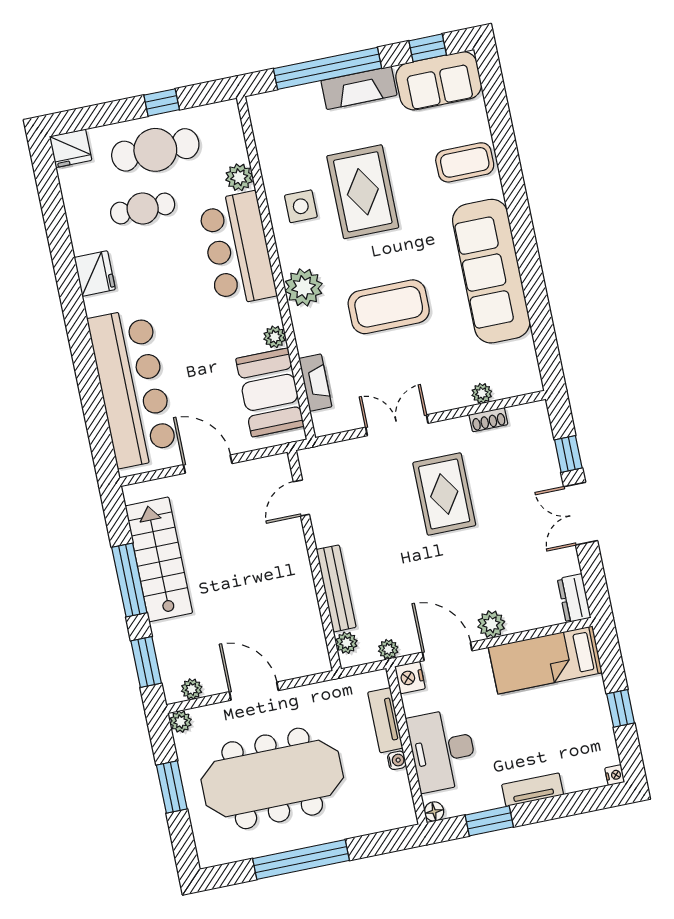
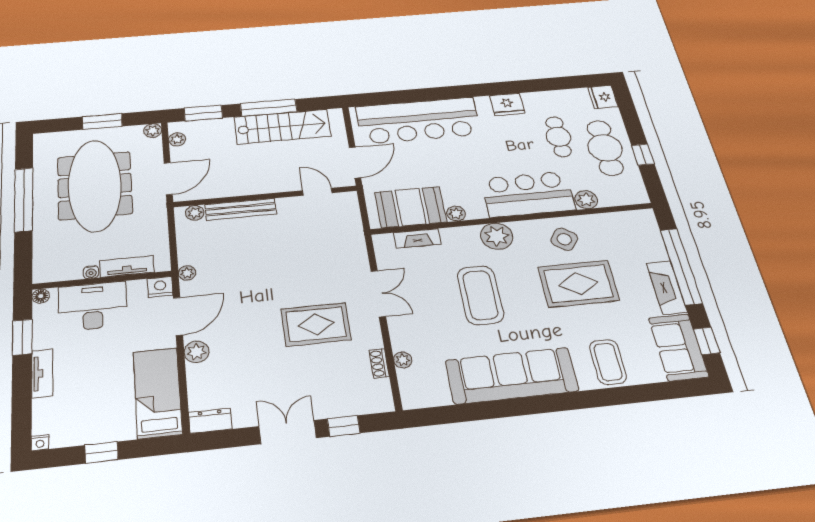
side table: (301, 206) -> (564, 239), turned 37
door: (301, 498) -> (317, 192), moved
wall: (314, 560) -> (266, 196), moved
bench: (336, 588) -> (241, 209), moved
plant: (346, 643) -> (195, 213), moved

